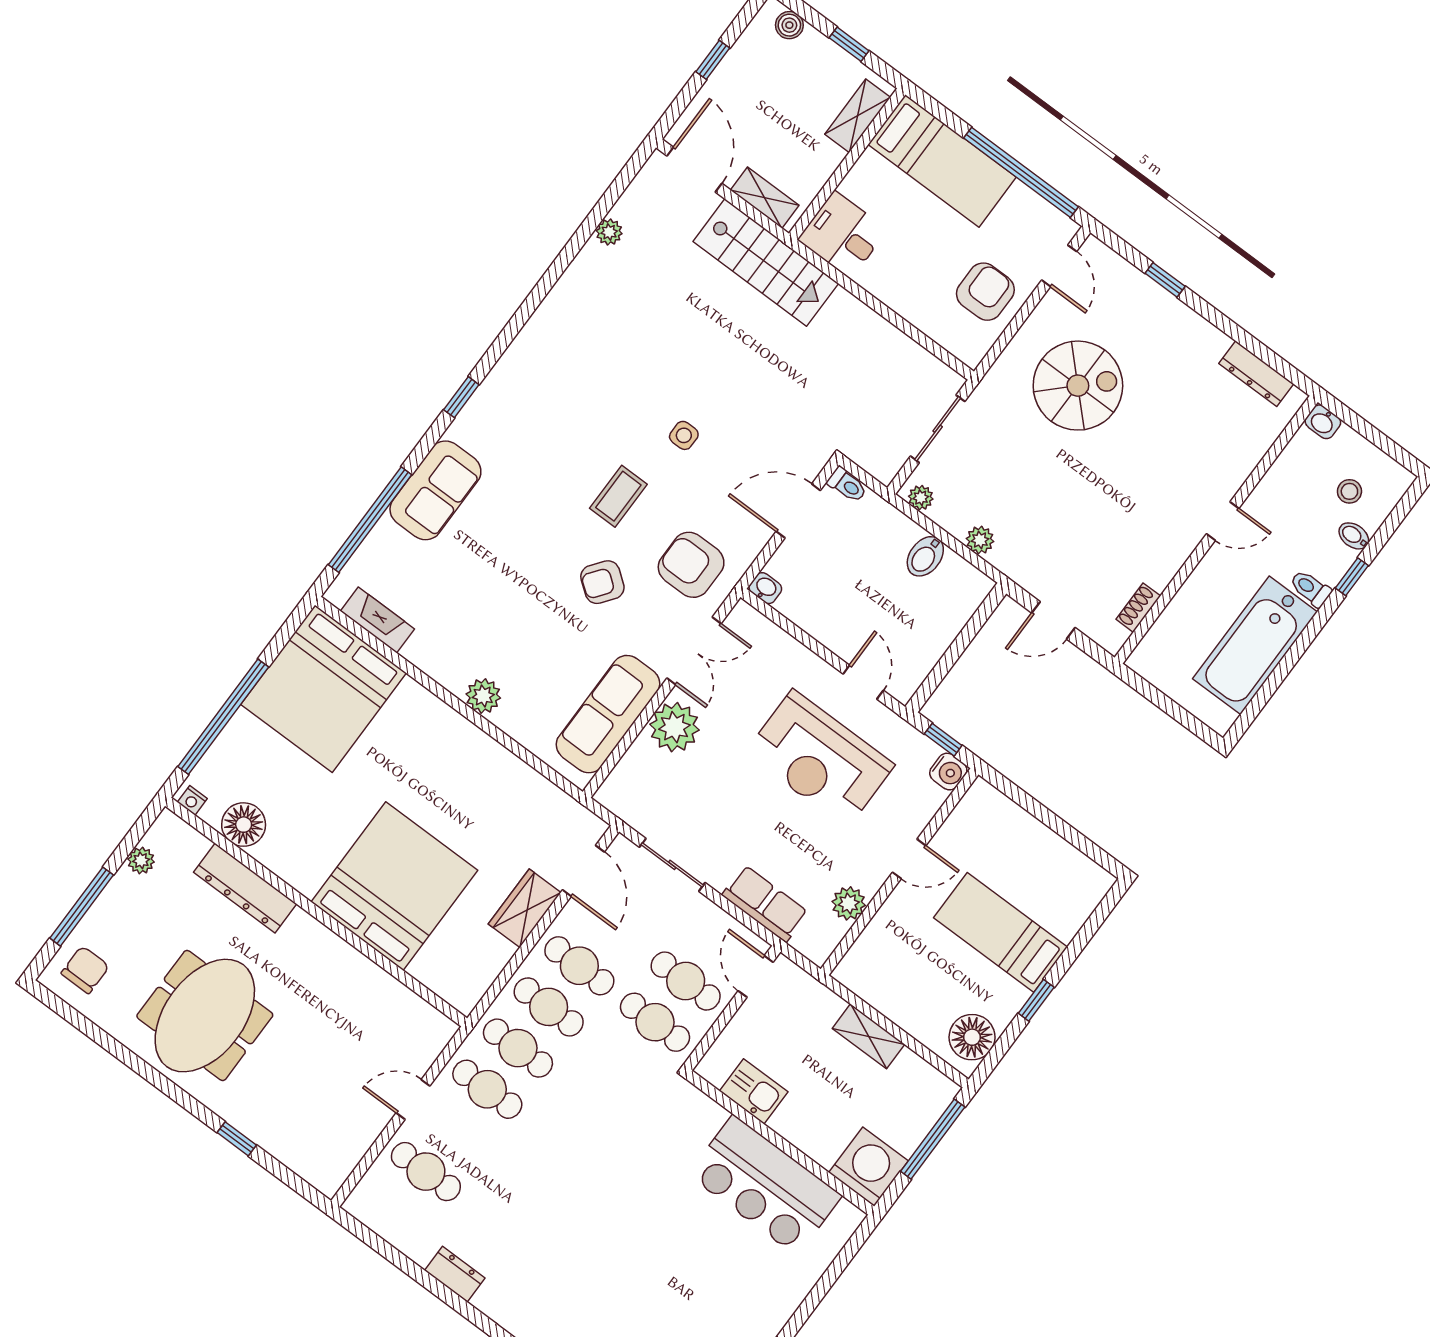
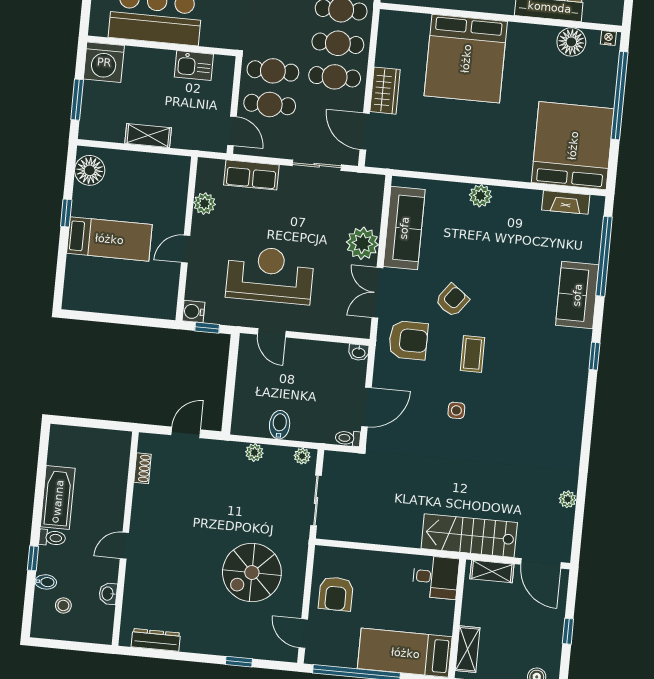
washbasin: (1323, 422) -> (108, 594), moved, turned -90
bathtub: (1255, 645) -> (58, 498), width x0.73, depth x0.73
window: (933, 1139) -> (77, 100), width x0.69

